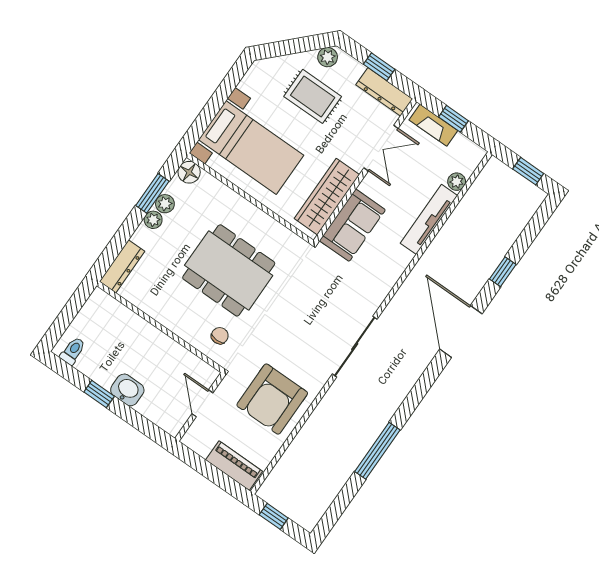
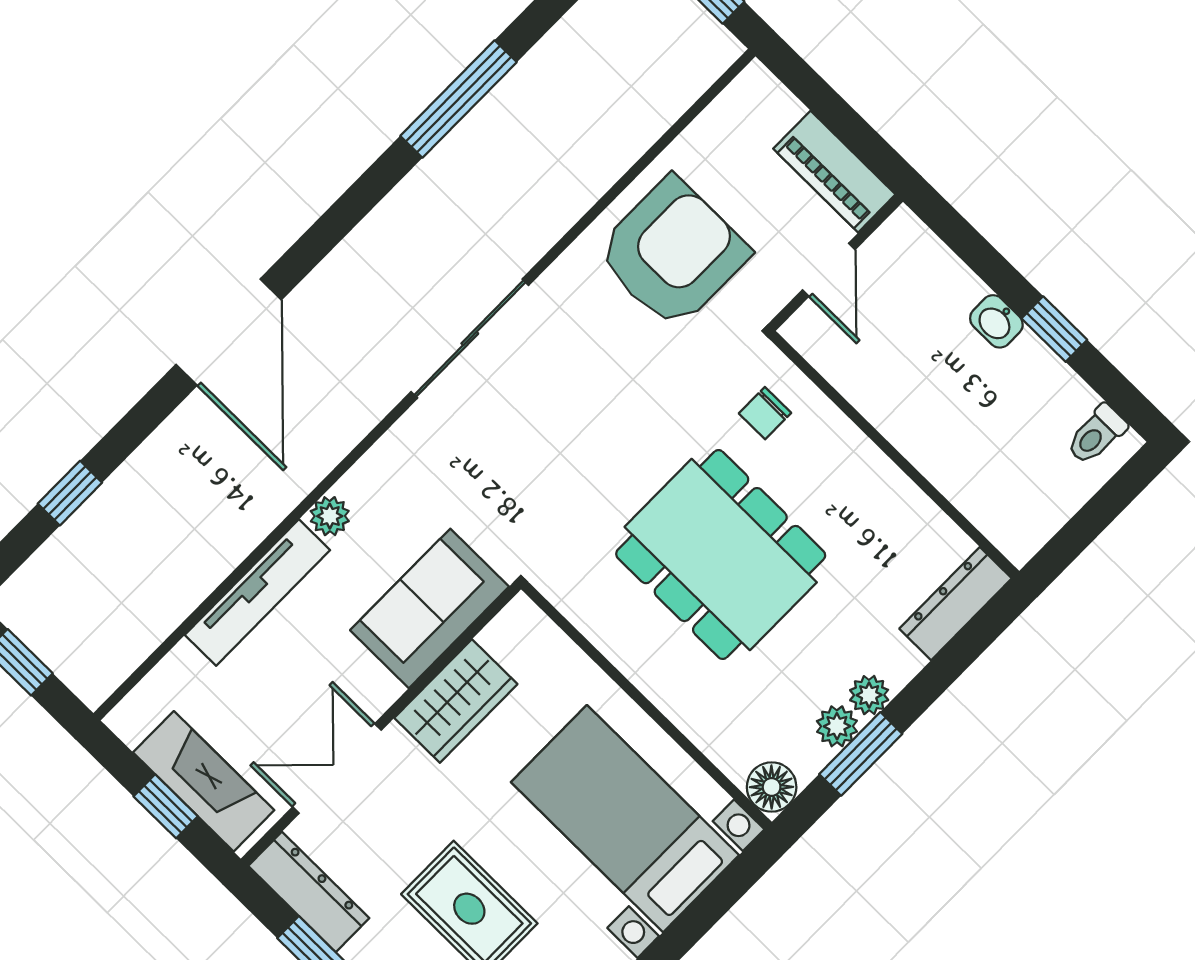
fireplace: (433, 125) -> (204, 781), width x1.37, depth x1.32
plant: (457, 182) -> (330, 516), moved
wardrobe: (327, 197) -> (456, 701), width x0.67
window: (503, 272) -> (70, 493), moved
washbasin: (127, 390) -> (996, 321), width x0.72, depth x0.69
piano: (234, 466) -> (834, 172), moved

